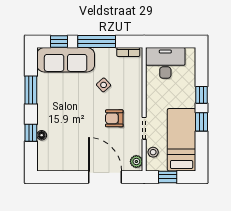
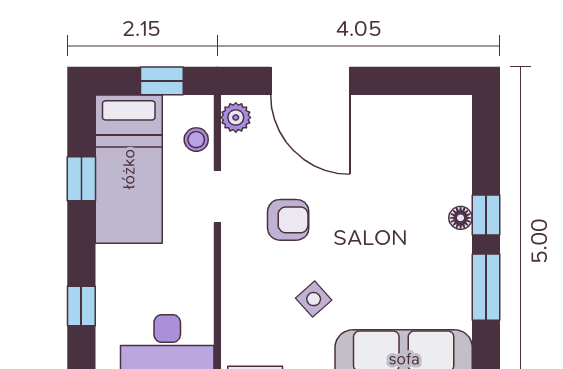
window: (202, 95) -> (81, 306), moved
window: (202, 122) -> (81, 179), moved
window: (31, 133) -> (486, 215), moved
floor lamp: (42, 135) -> (461, 218), moved

